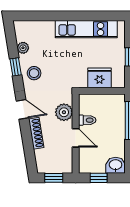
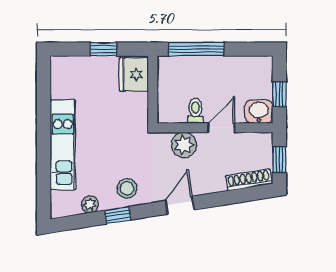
kitchen unit: (86, 29) -> (63, 145), moved
fridge: (100, 78) -> (134, 74), moved
shoe rack: (36, 133) -> (249, 180), moved
washbasin: (116, 165) -> (259, 112), moved, turned 90

